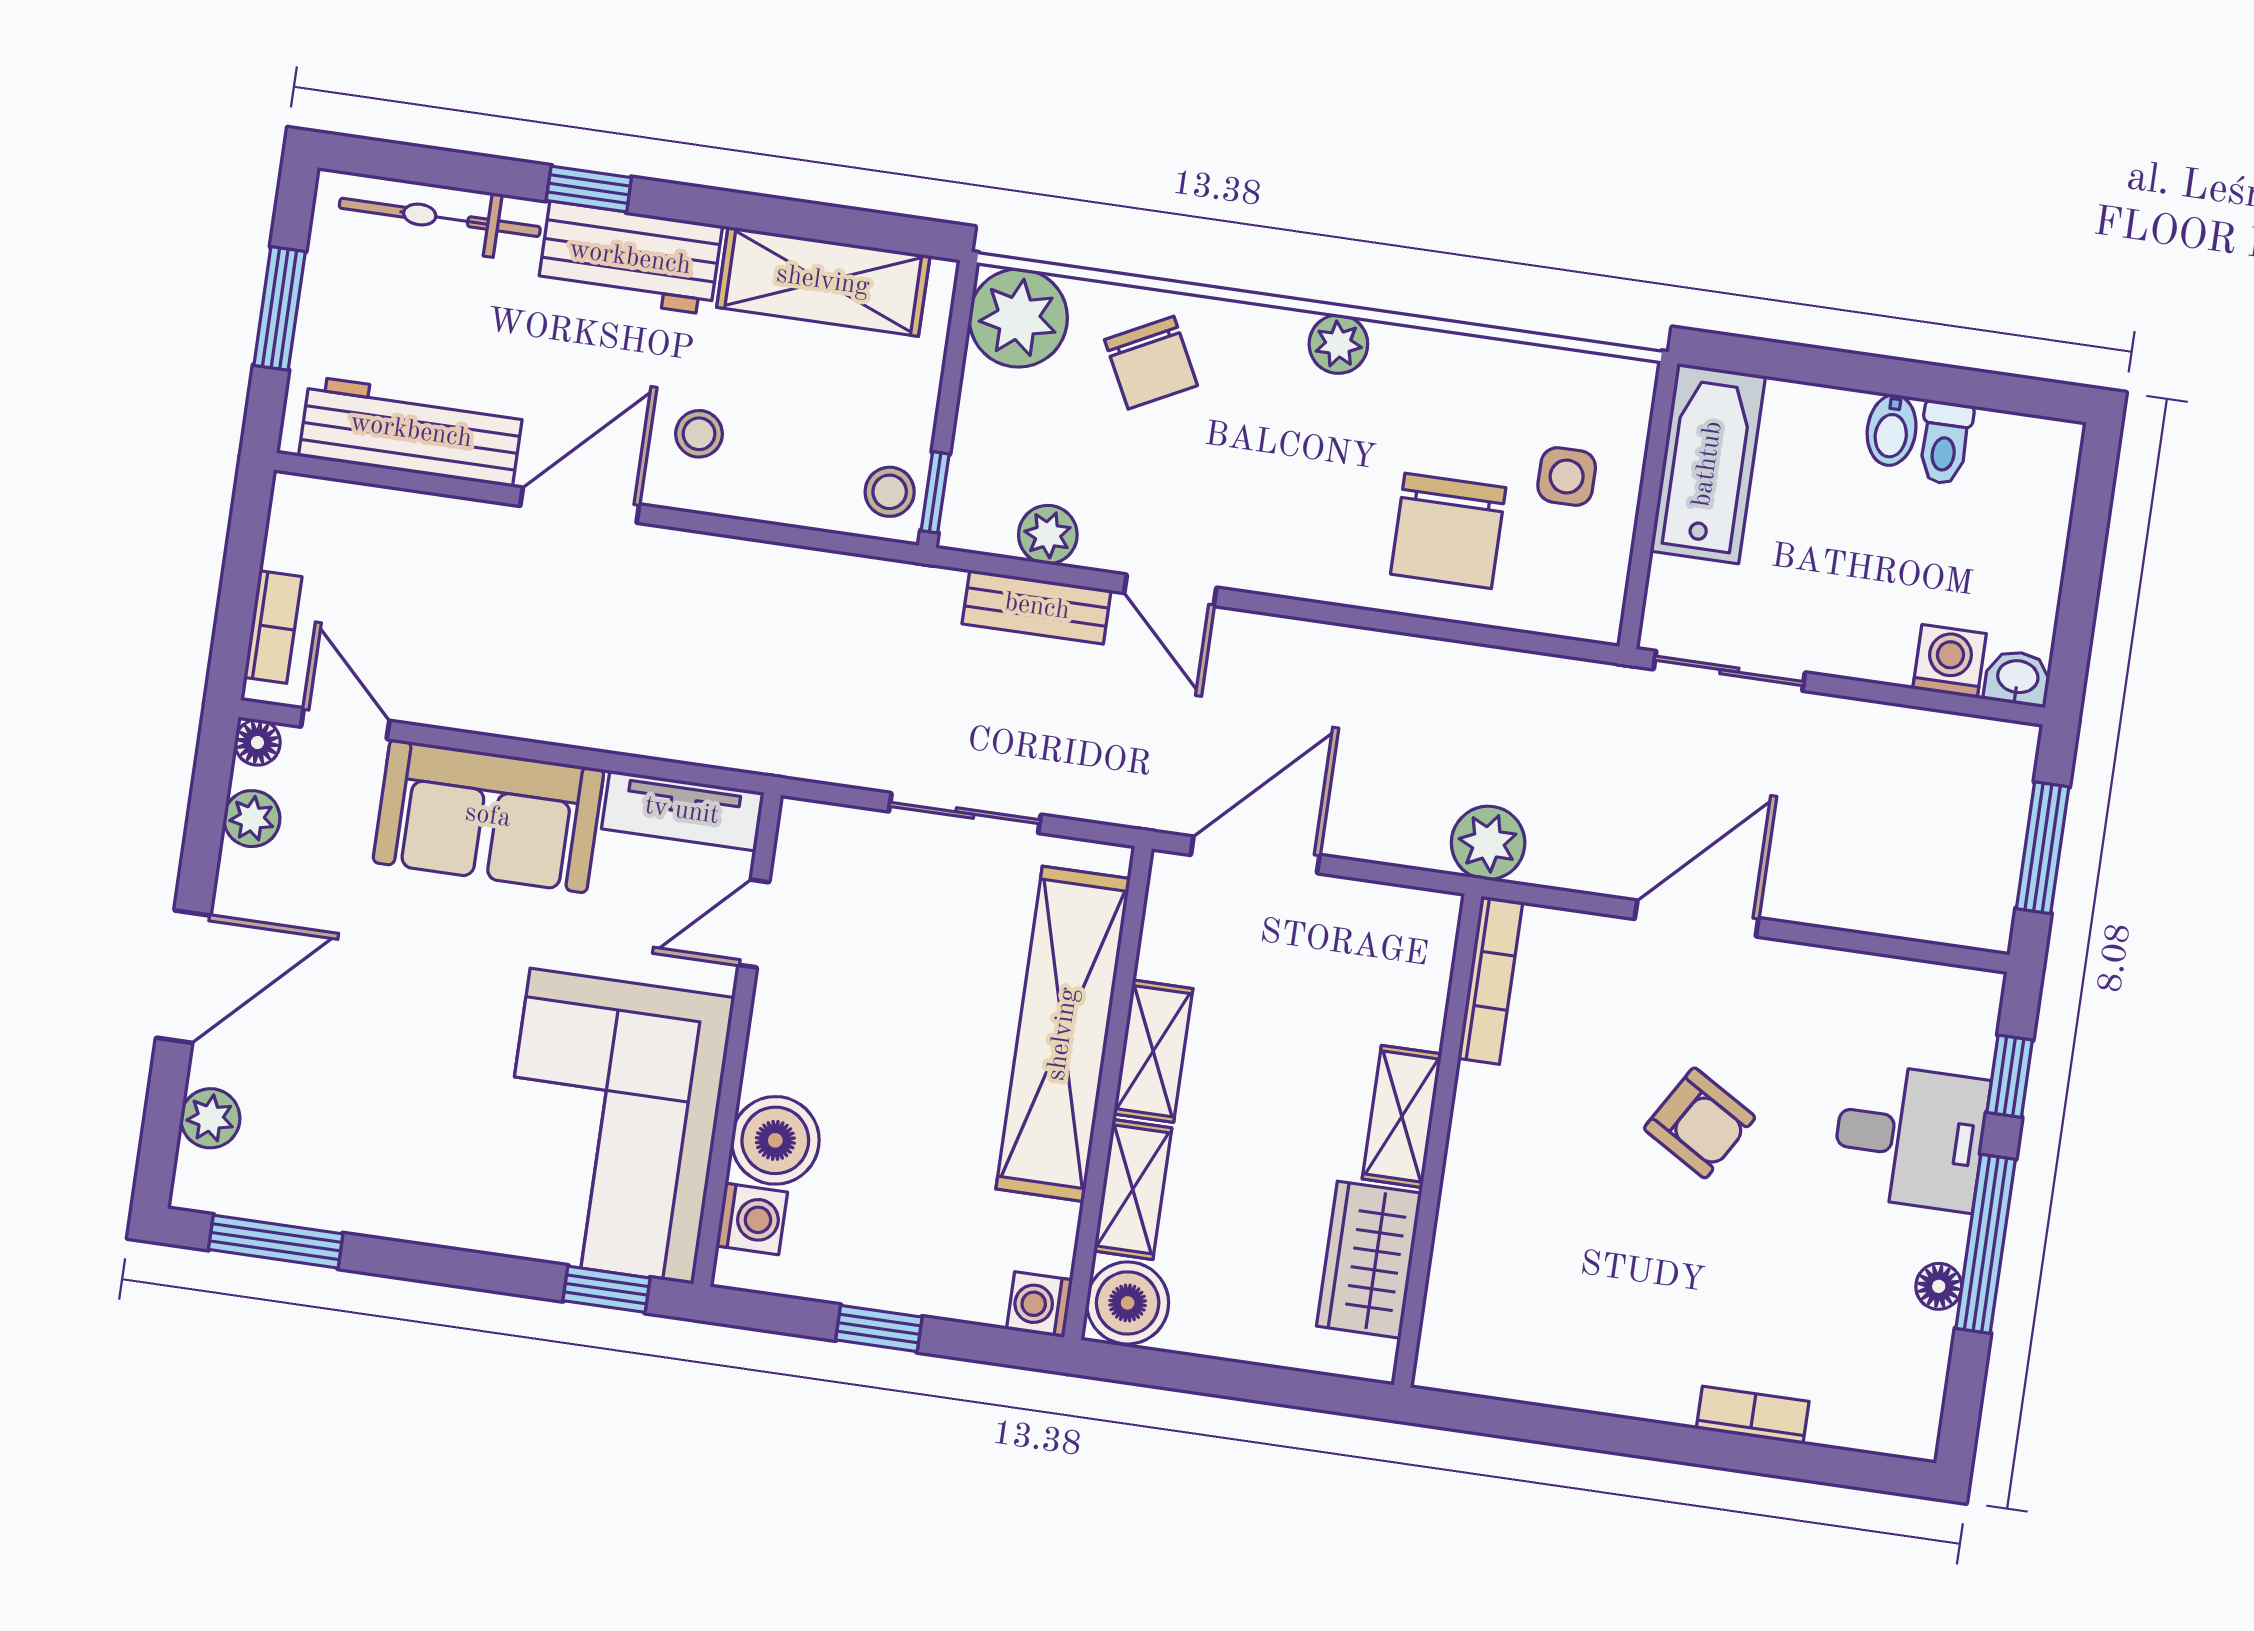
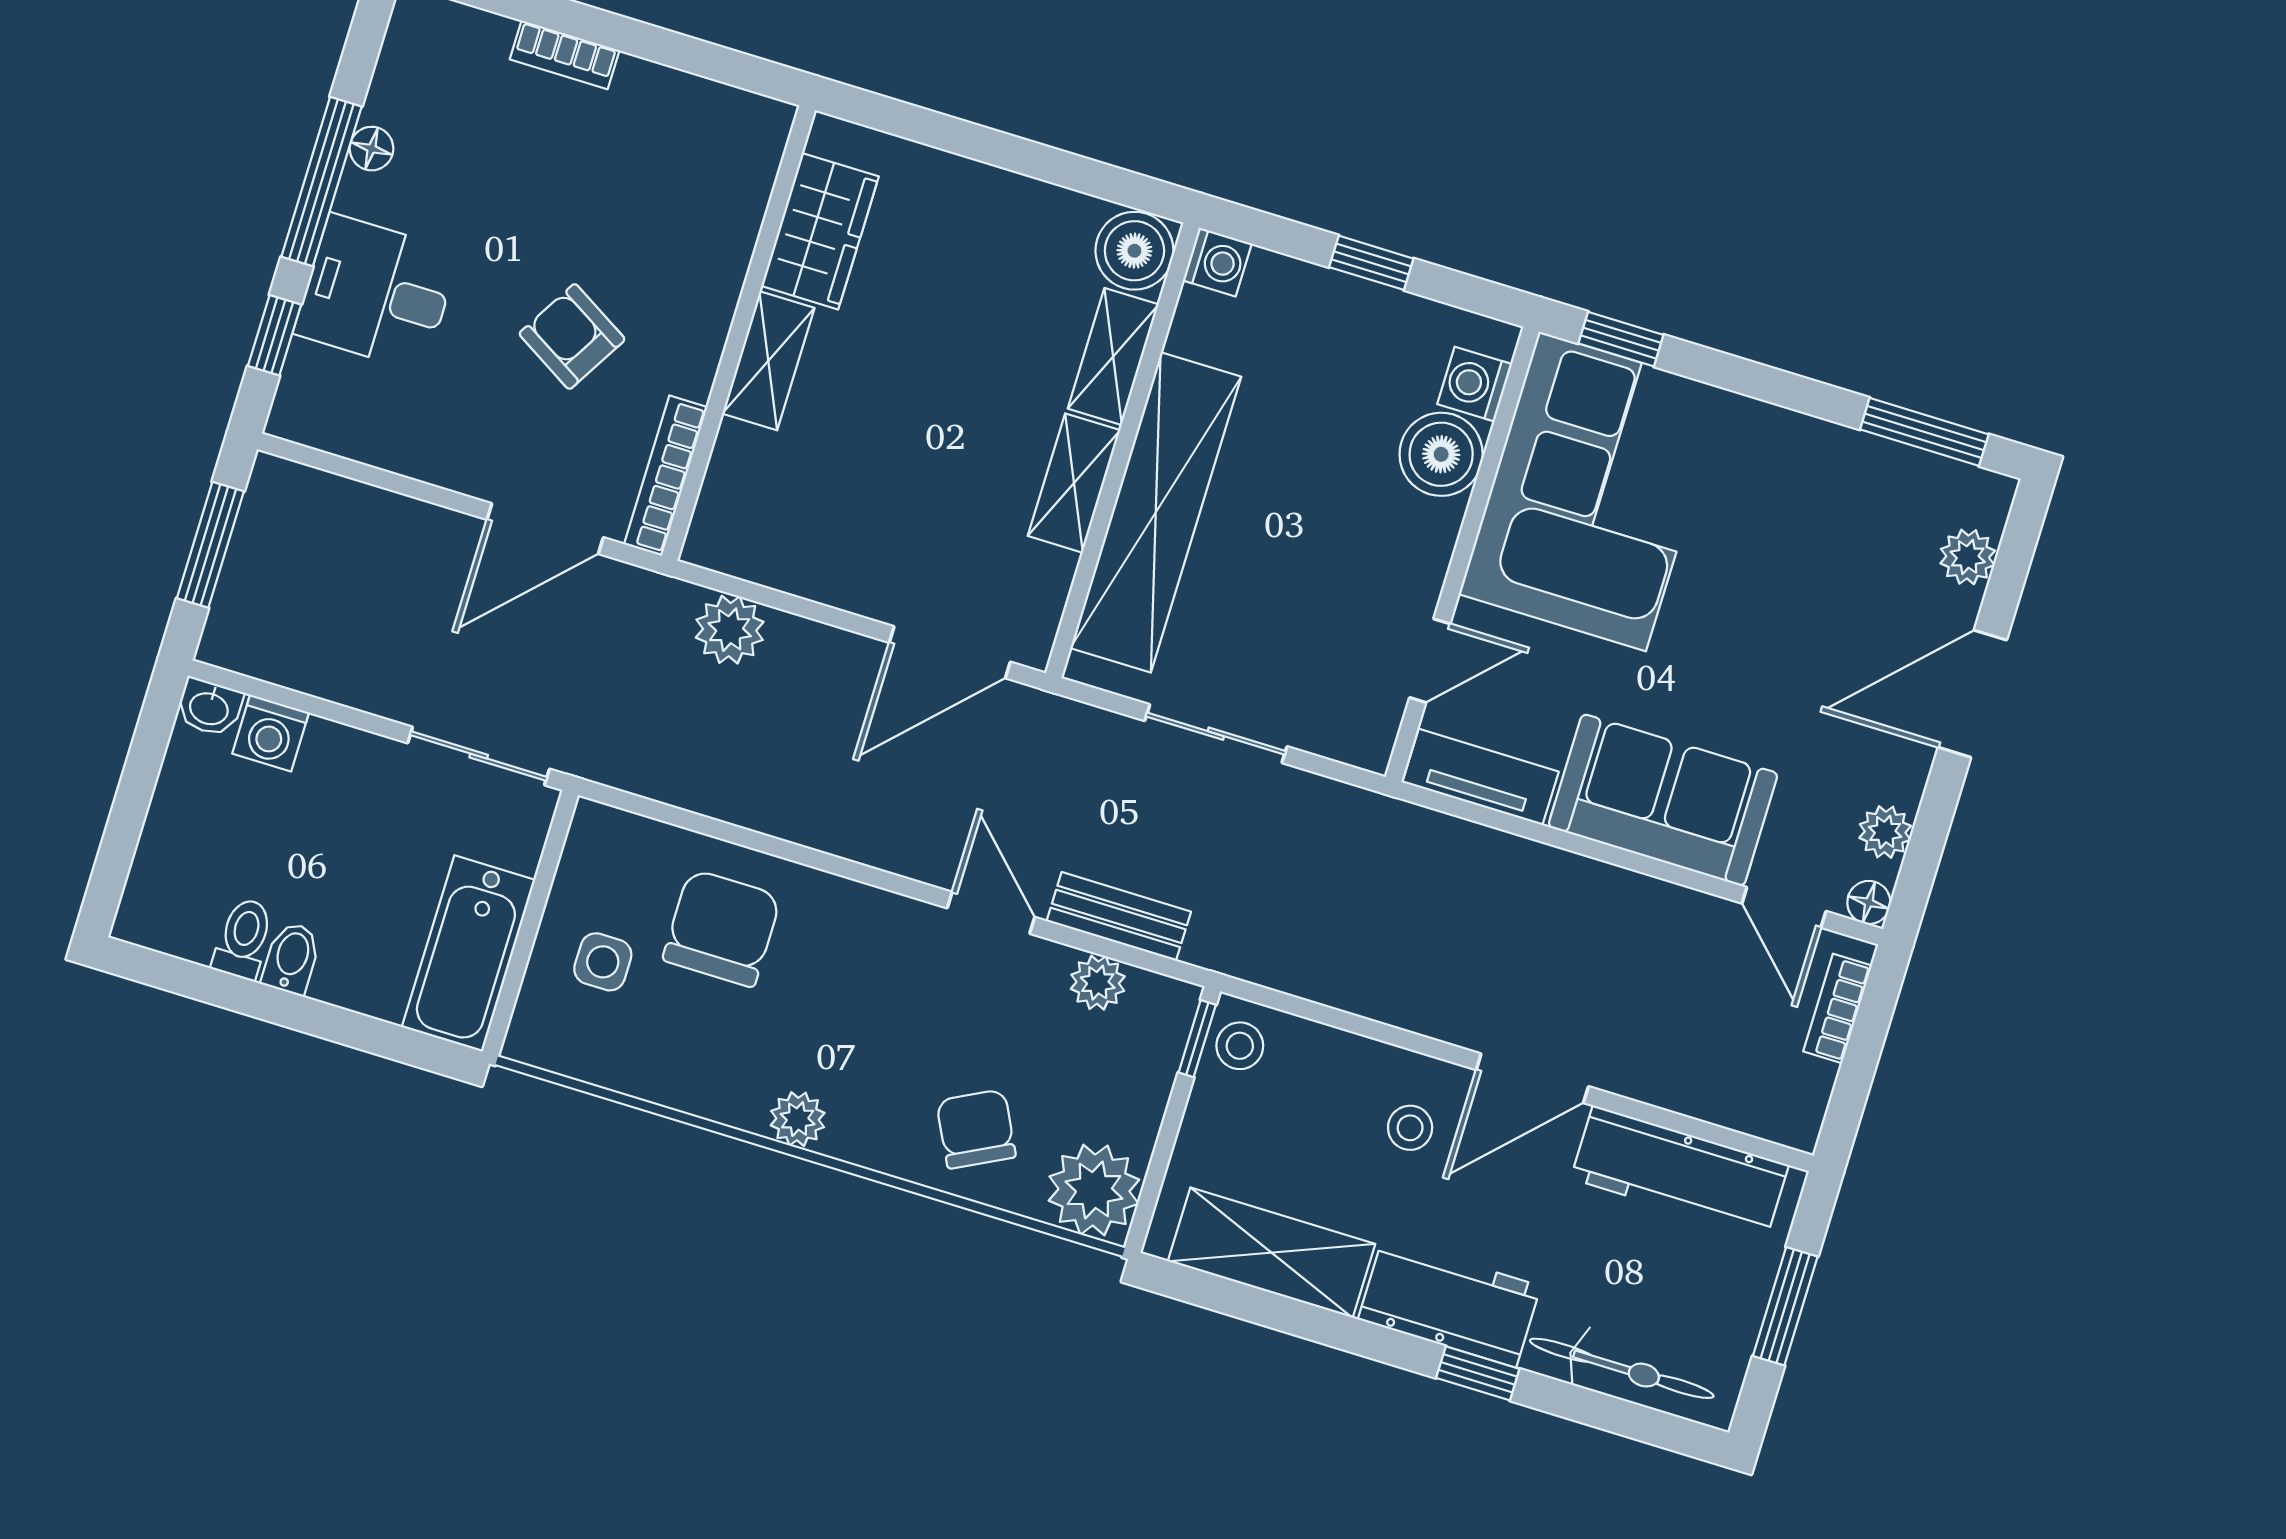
bookcase: (1490, 980) -> (666, 476), moved
shelving: (1402, 1116) -> (768, 361), moved
wall: (1438, 1141) -> (738, 333), moved
wardrobe: (1369, 1260) -> (820, 231), moved

